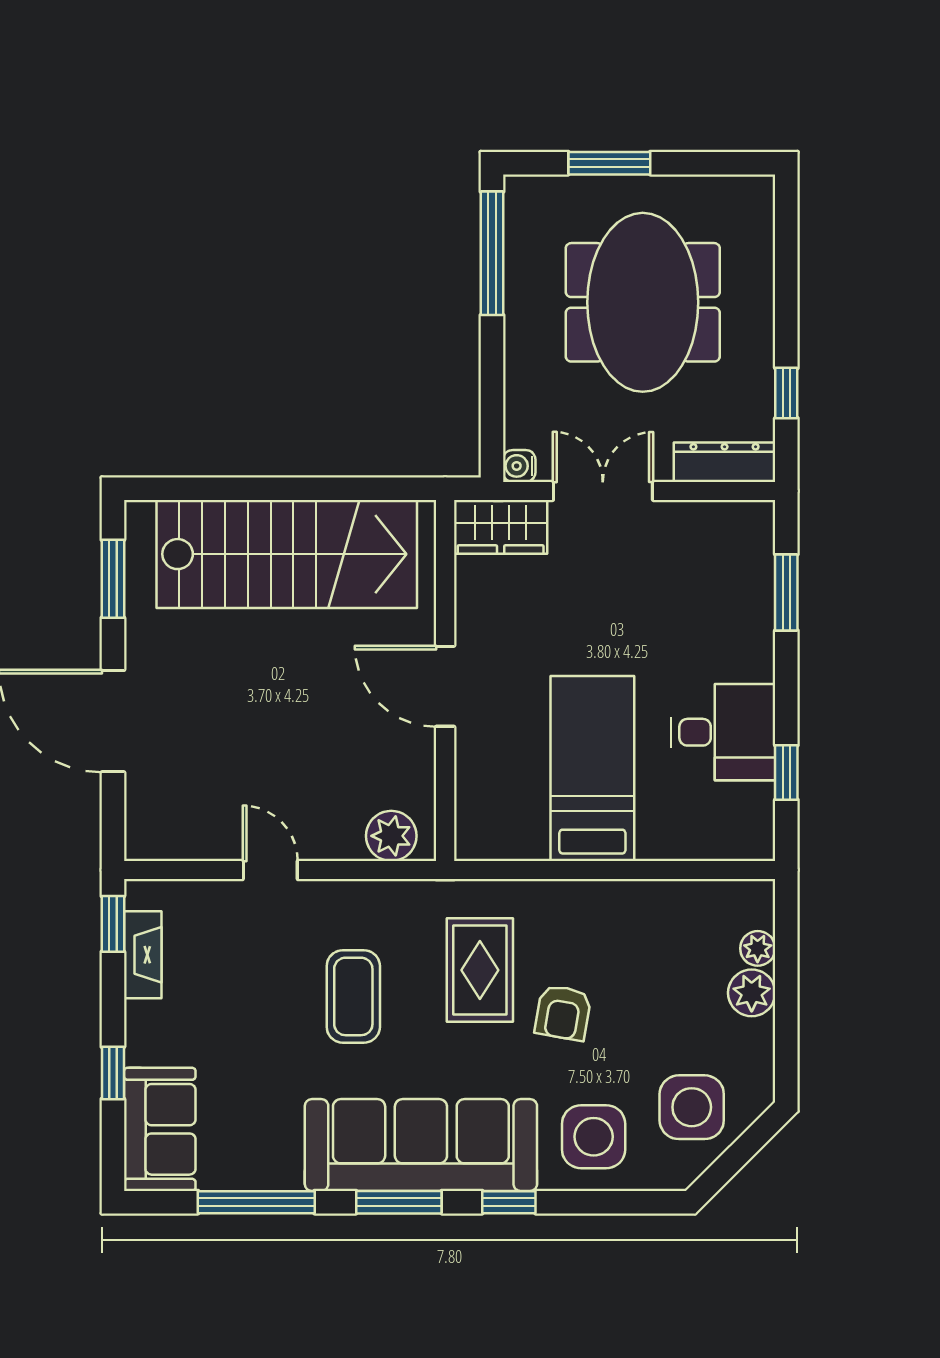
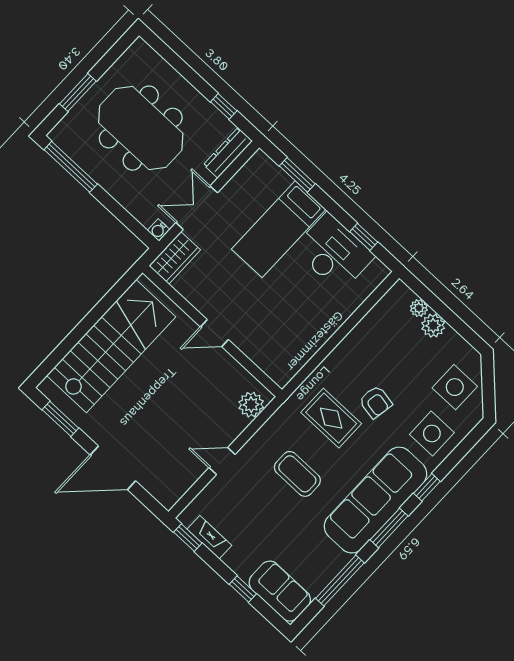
door: (445, 686) -> (214, 333), width x0.73
desk: (723, 732) -> (334, 253), width x1.37
bed: (592, 768) -> (279, 229), moved, turned -90

